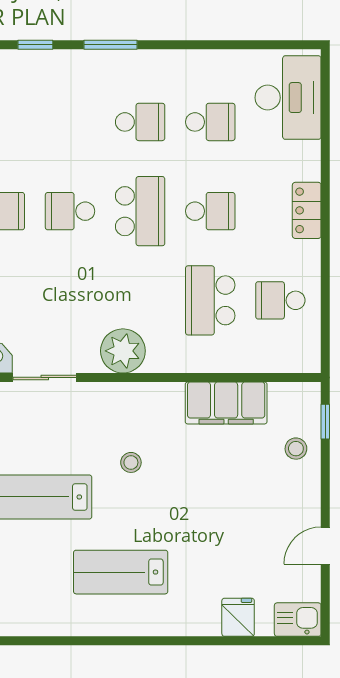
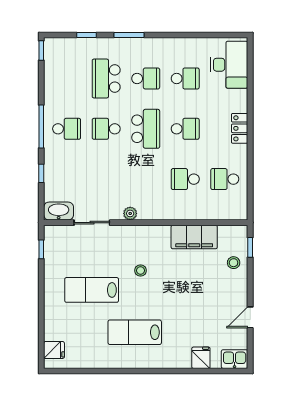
school desk: (70, 122) -> (106, 78), added
school desk: (210, 300) -> (185, 179), width x0.54
plant: (123, 351) -> (130, 213), width x0.53, depth x0.53

